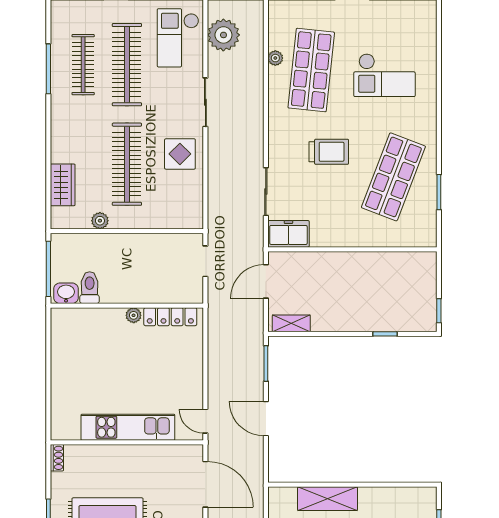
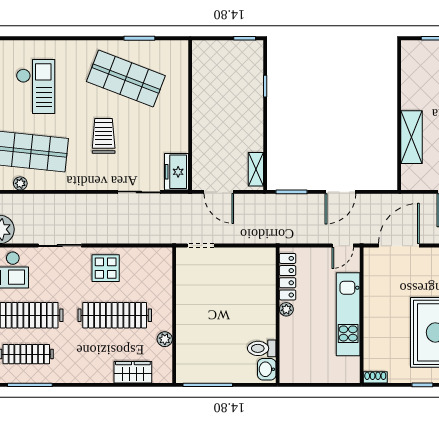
toilet: (90, 288) -> (262, 348), moved
washbasin: (66, 293) -> (267, 369), moved
wall: (127, 306) -> (278, 315), moved
plant: (134, 315) -> (286, 309), moved
locker: (170, 317) -> (288, 277), moved

